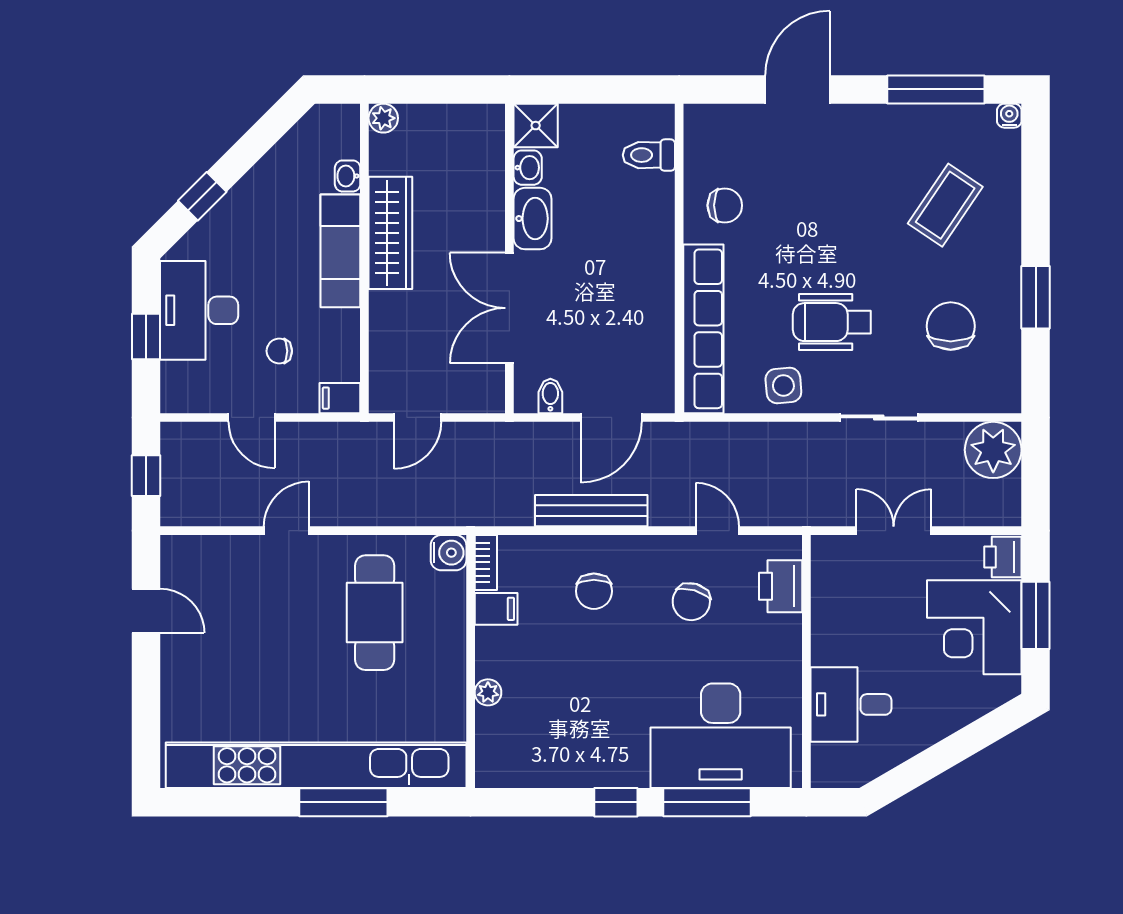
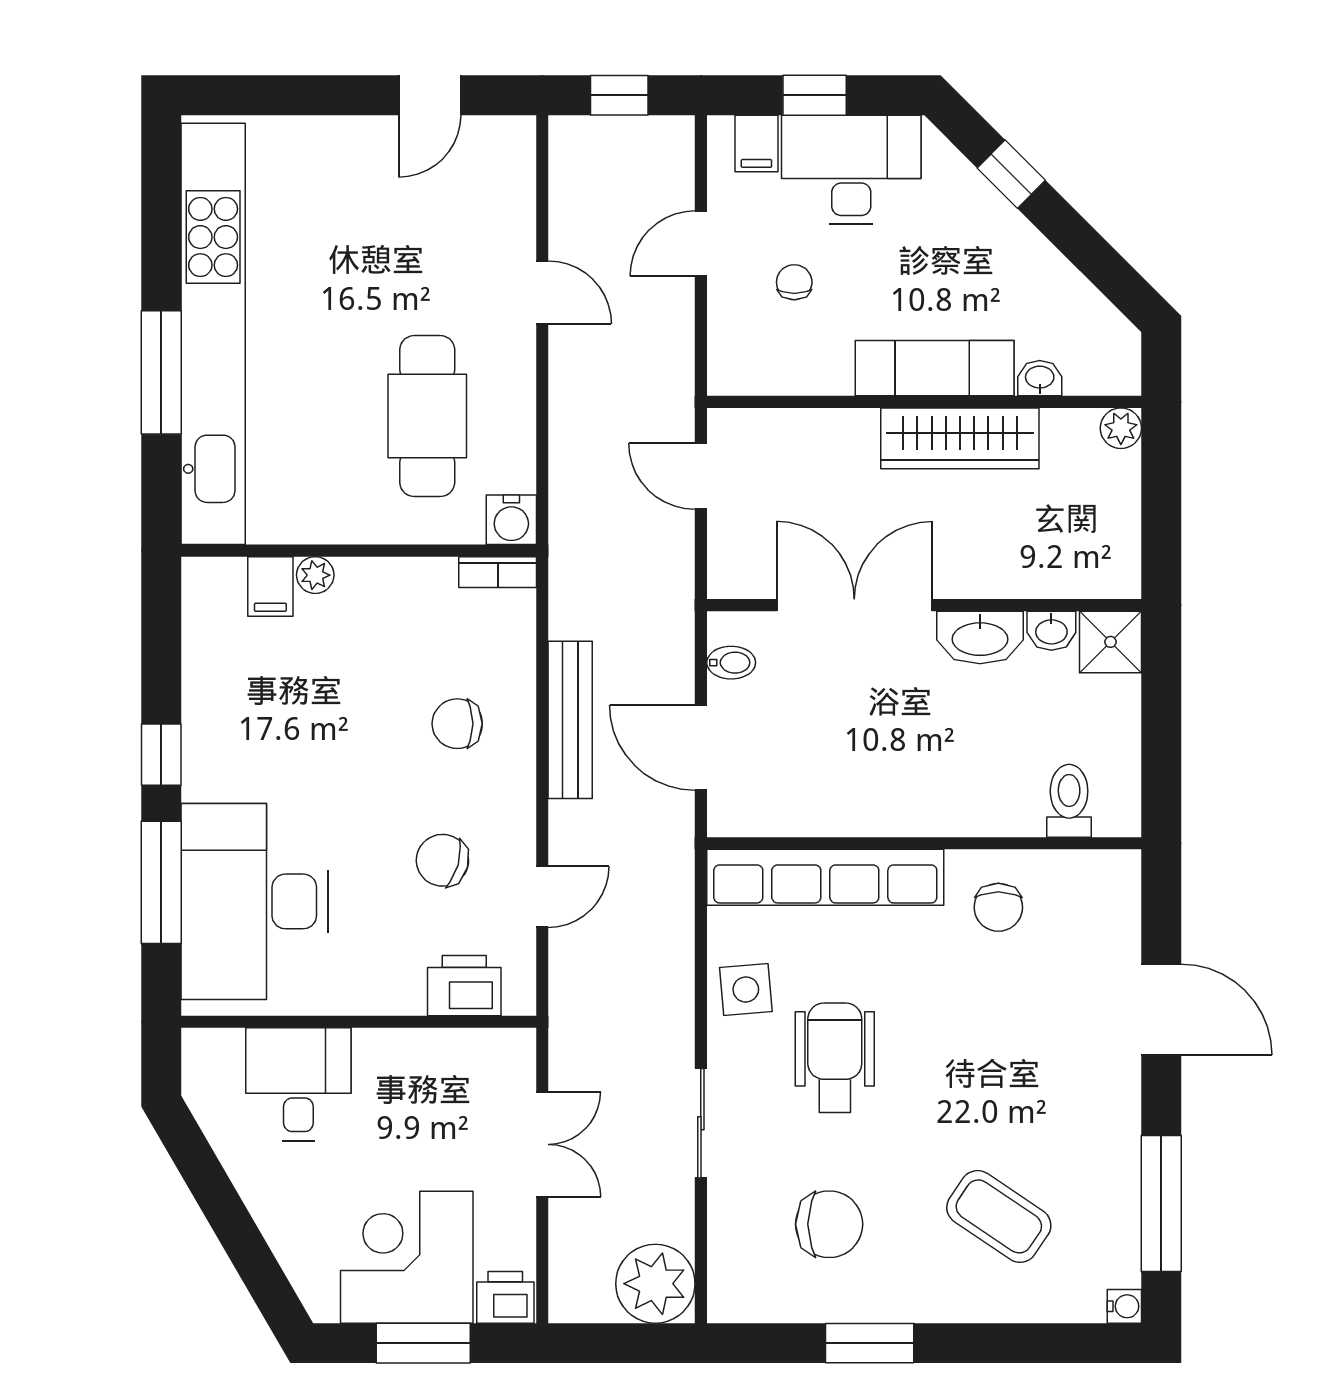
filing cabinet: (340, 398) -> (756, 144), moved, turned 180
filing cabinet: (496, 609) -> (270, 586), moved
cafe table: (375, 613) -> (427, 416), turned 90

